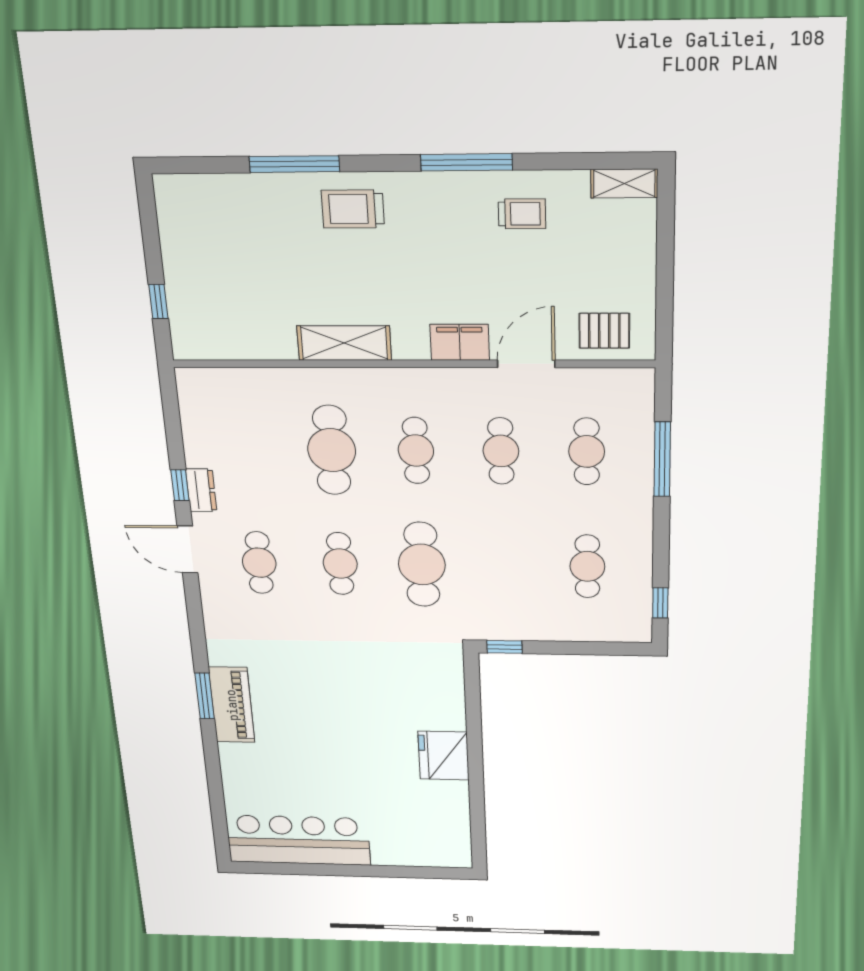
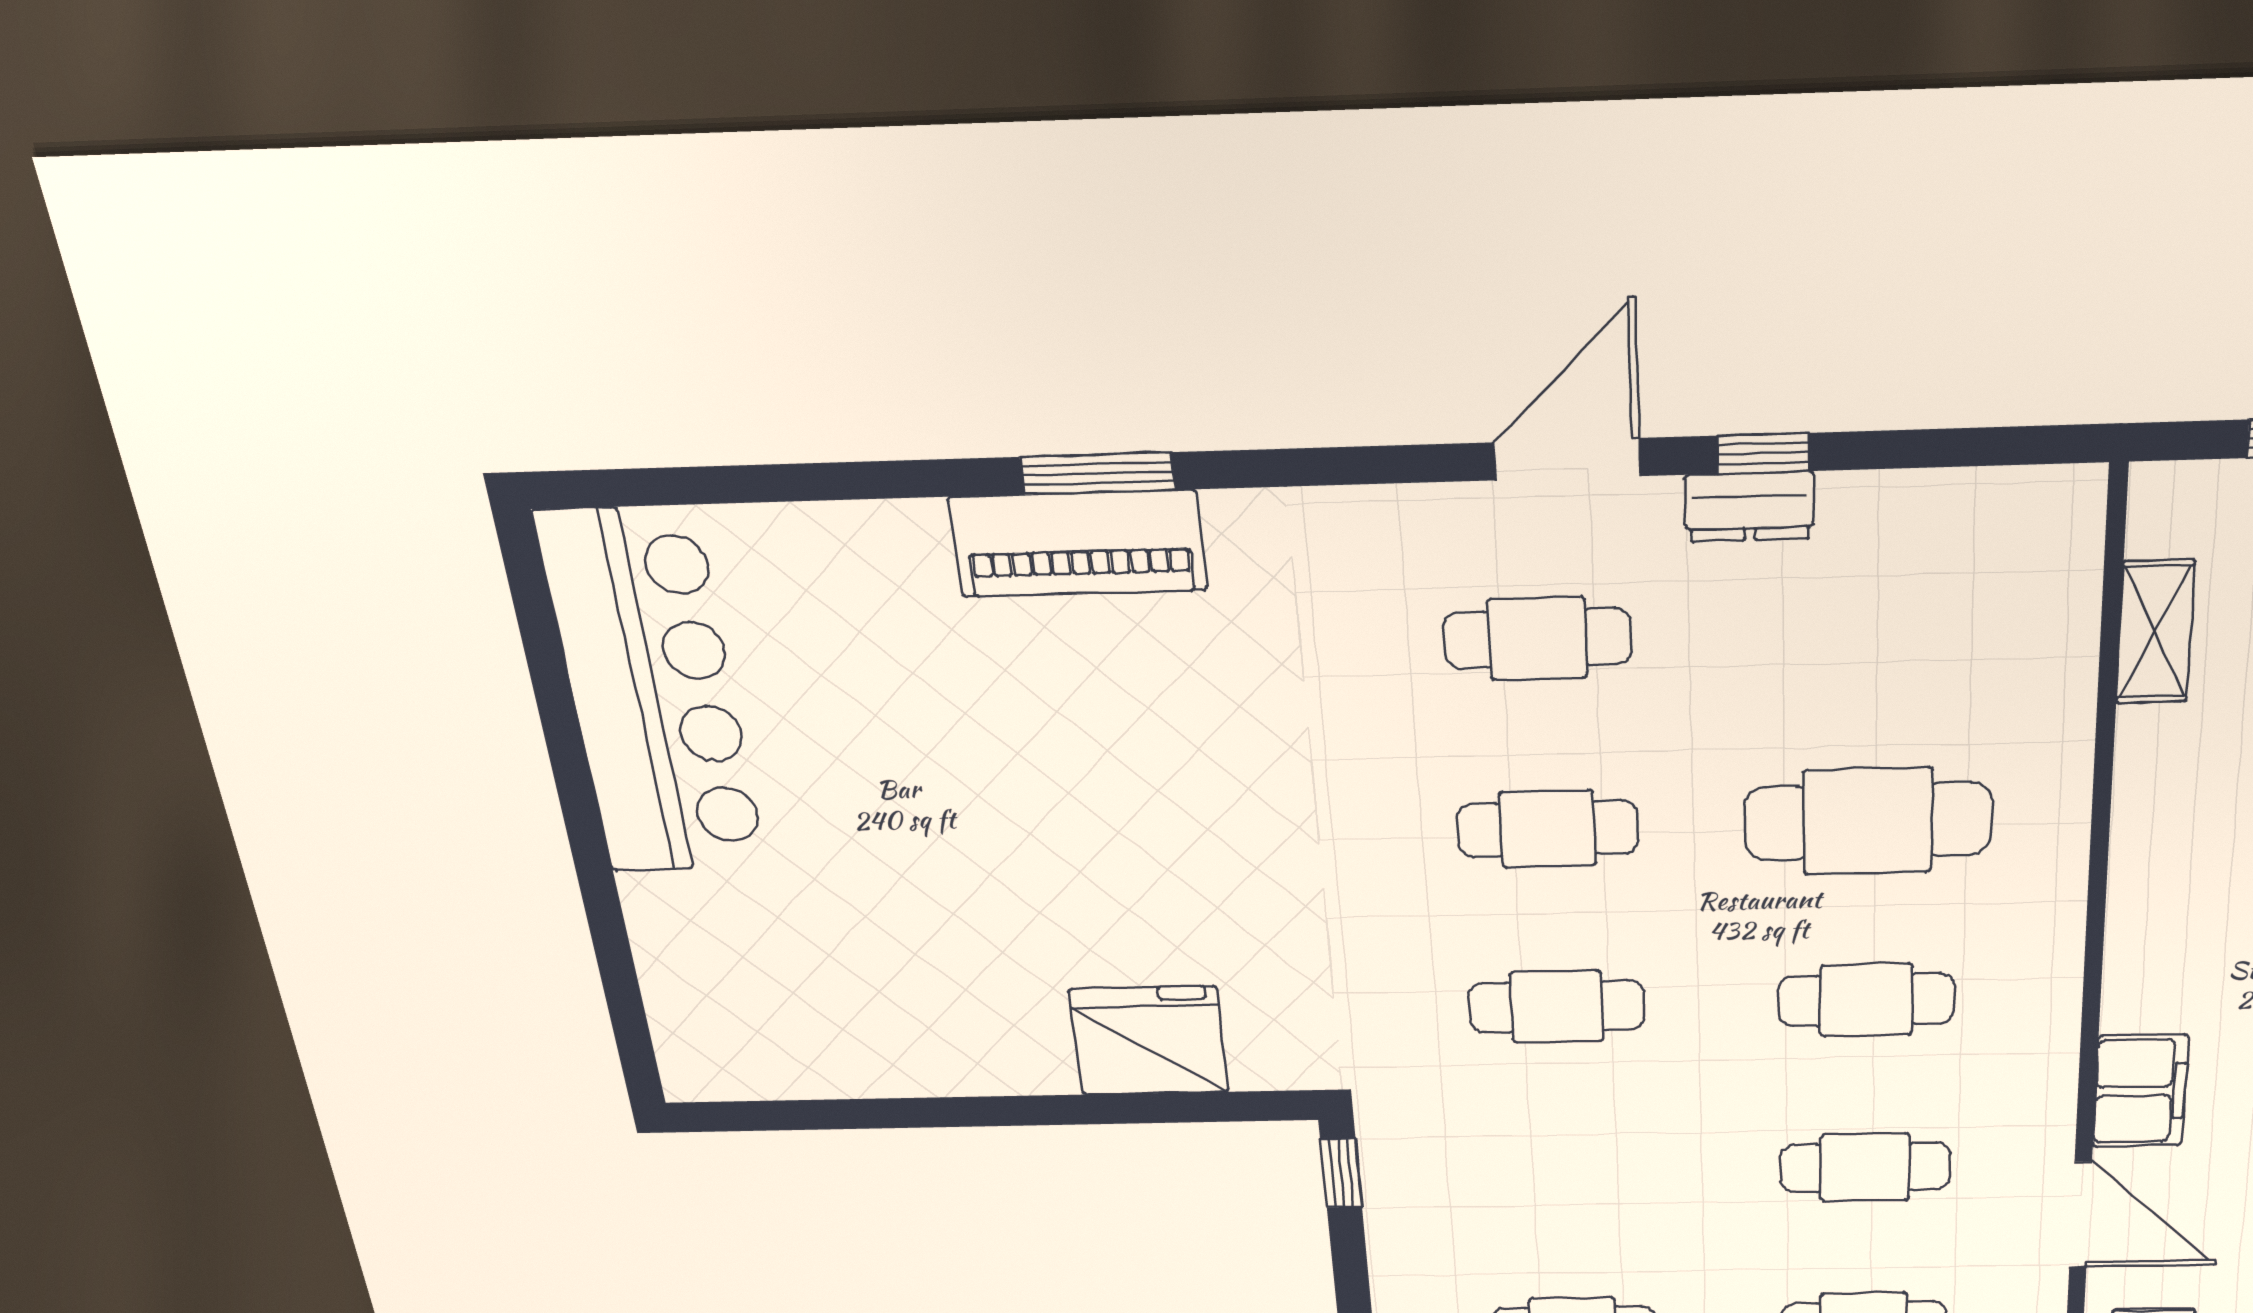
shelving: (344, 343) -> (2155, 632), moved, width x0.67, depth x0.75
cafe table: (422, 564) -> (1557, 1007), width x0.73, depth x0.74
fridge: (444, 756) -> (1149, 1041), moved

